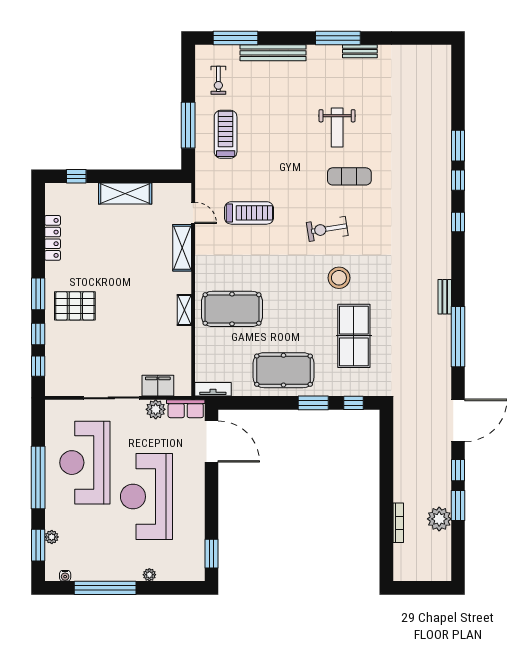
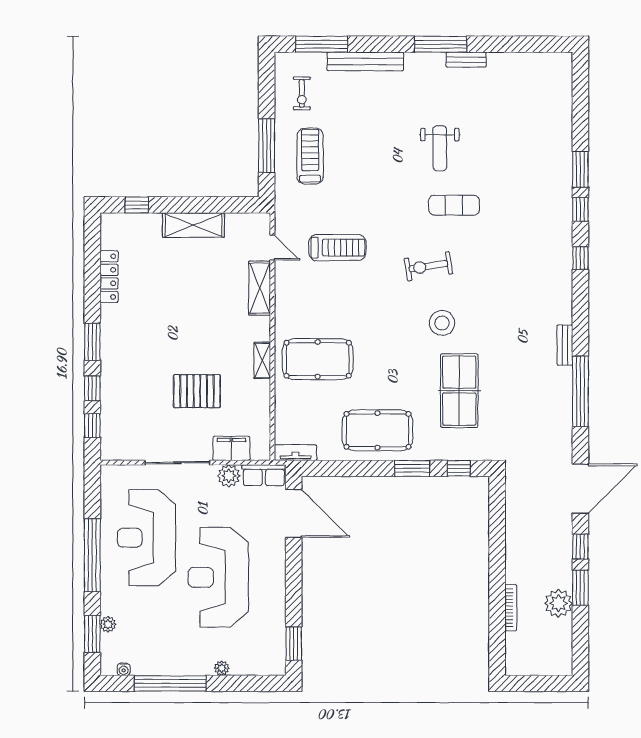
pallet: (75, 306) -> (197, 391), moved

